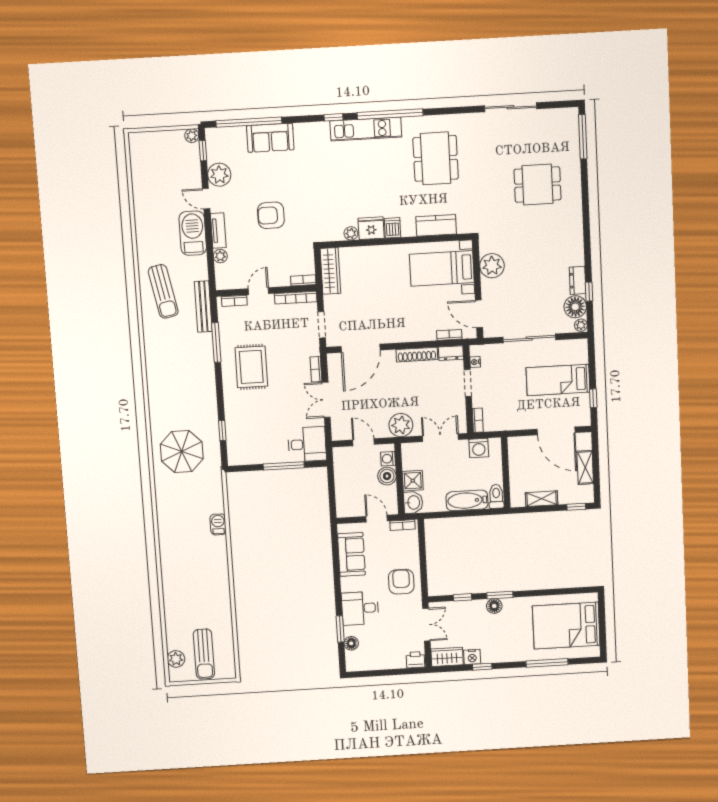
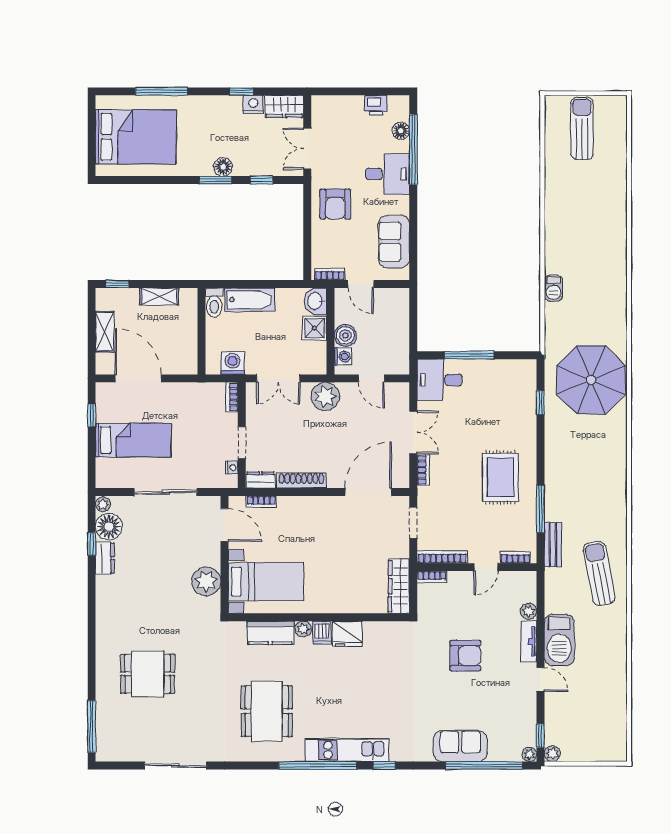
plant: (219, 175) -> (529, 754), moved, width x0.53, depth x0.53
plant: (351, 233) -> (303, 629), moved
bench: (203, 307) -> (553, 545), width x0.73
parasol: (182, 452) -> (591, 380), width x1.36, depth x1.36
window: (340, 629) -> (413, 150), width x2.11
plant: (176, 659) -> (617, 124), removed
printer: (415, 660) -> (376, 105), moved

